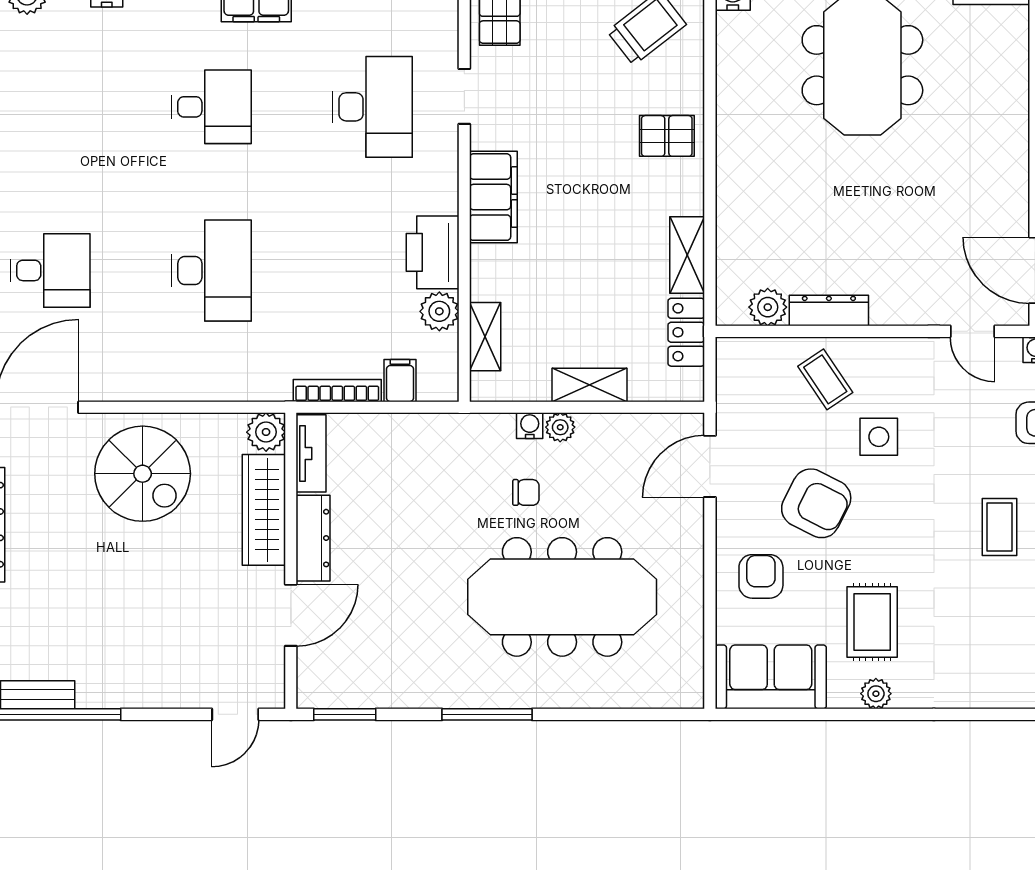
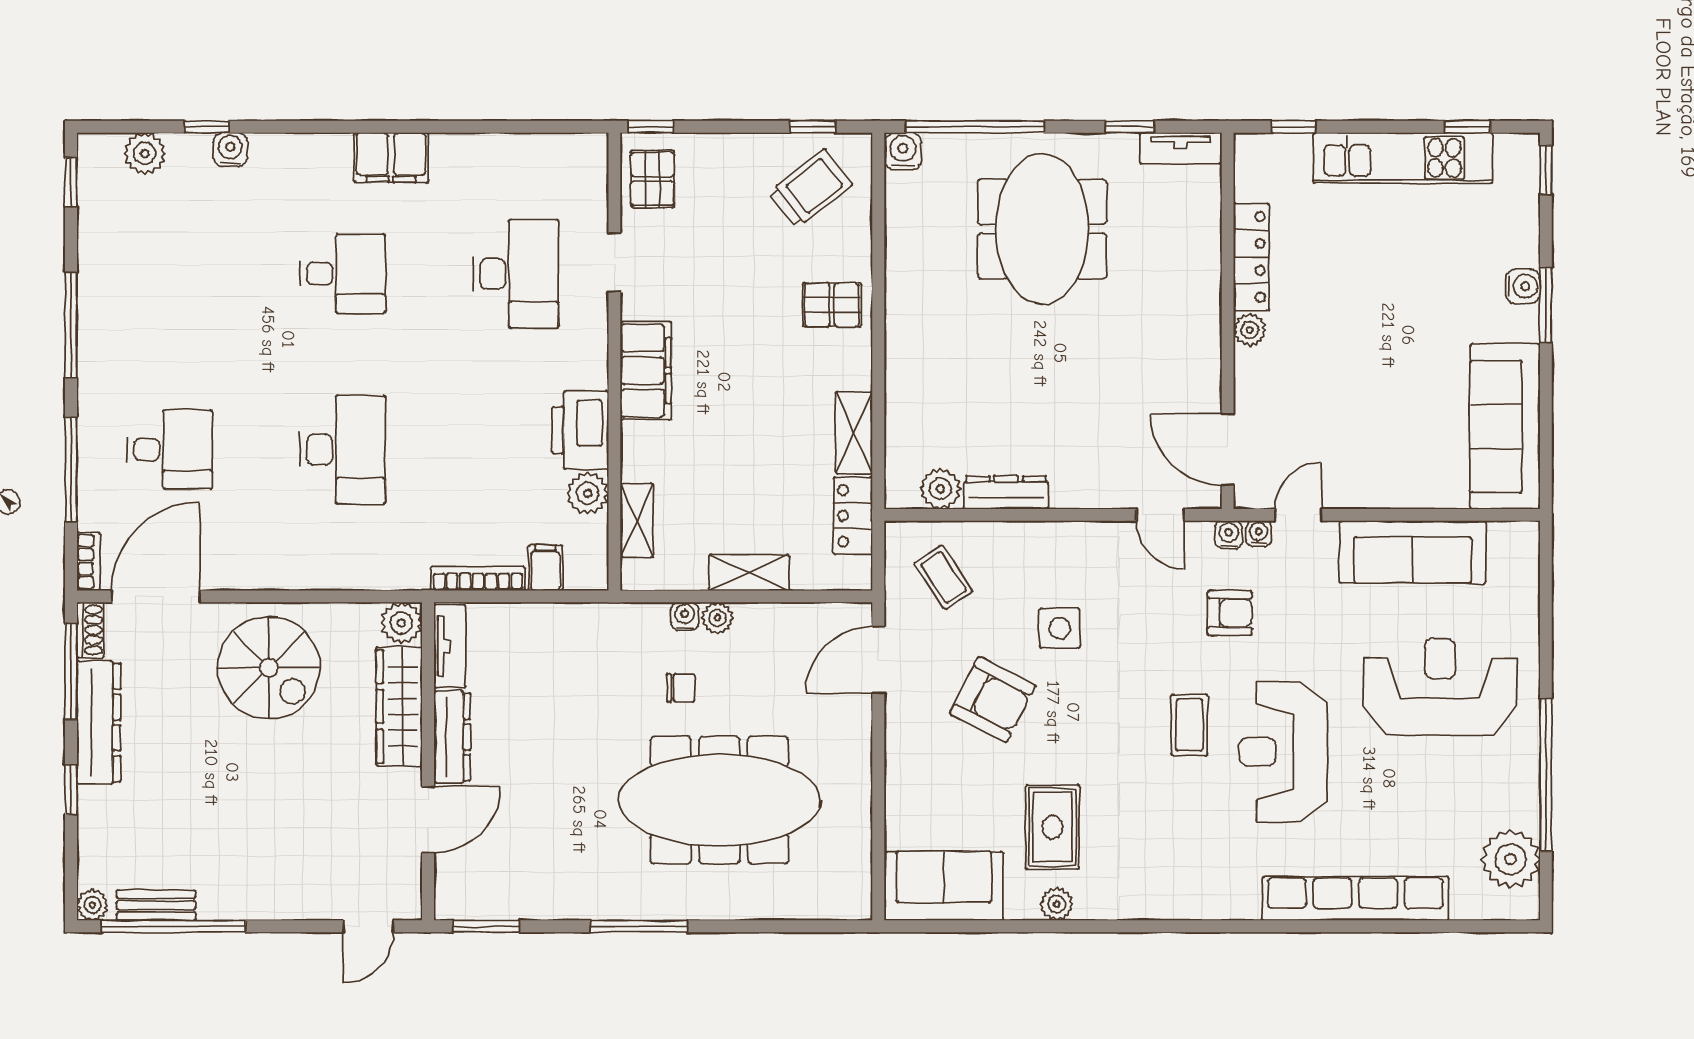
coffee table: (825, 379) -> (943, 577), moved
armchair: (761, 576) -> (933, 778), removed

